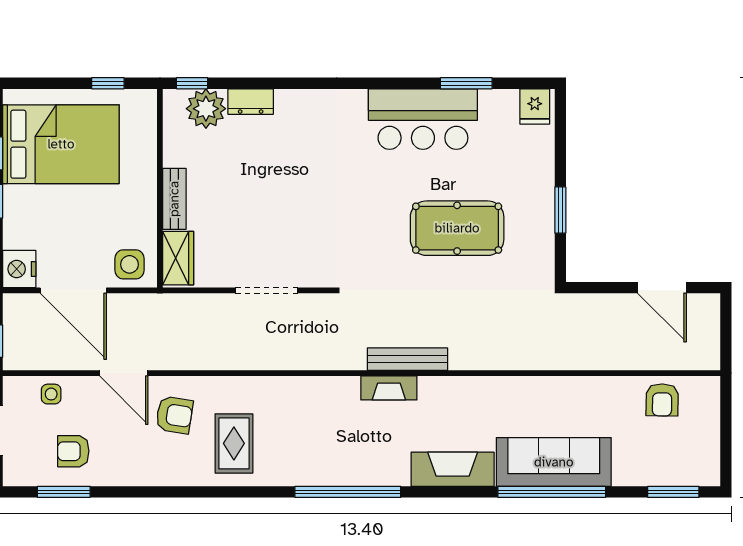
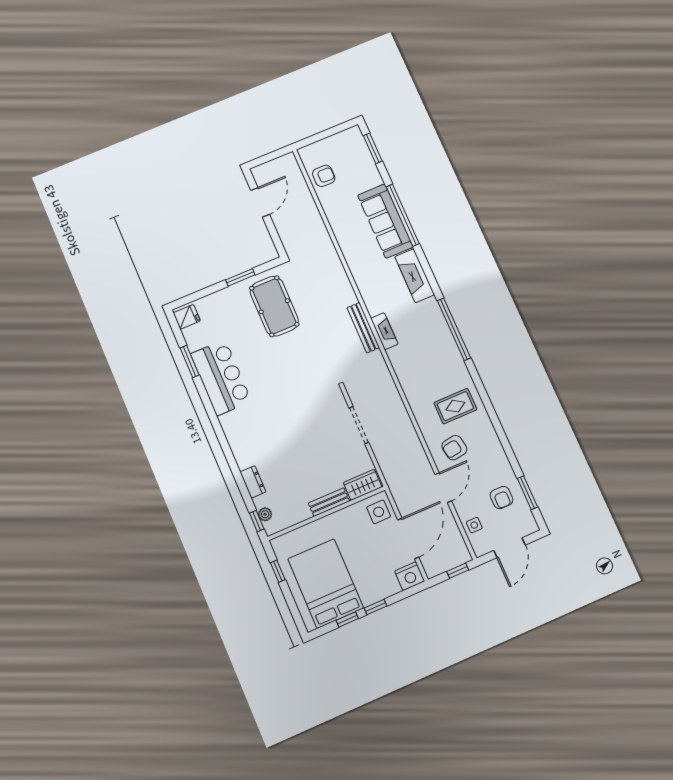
plant: (206, 109) -> (265, 514), width x0.53, depth x0.53
pool table: (457, 228) -> (274, 306), moved
armchair: (174, 415) -> (454, 448), turned -108

